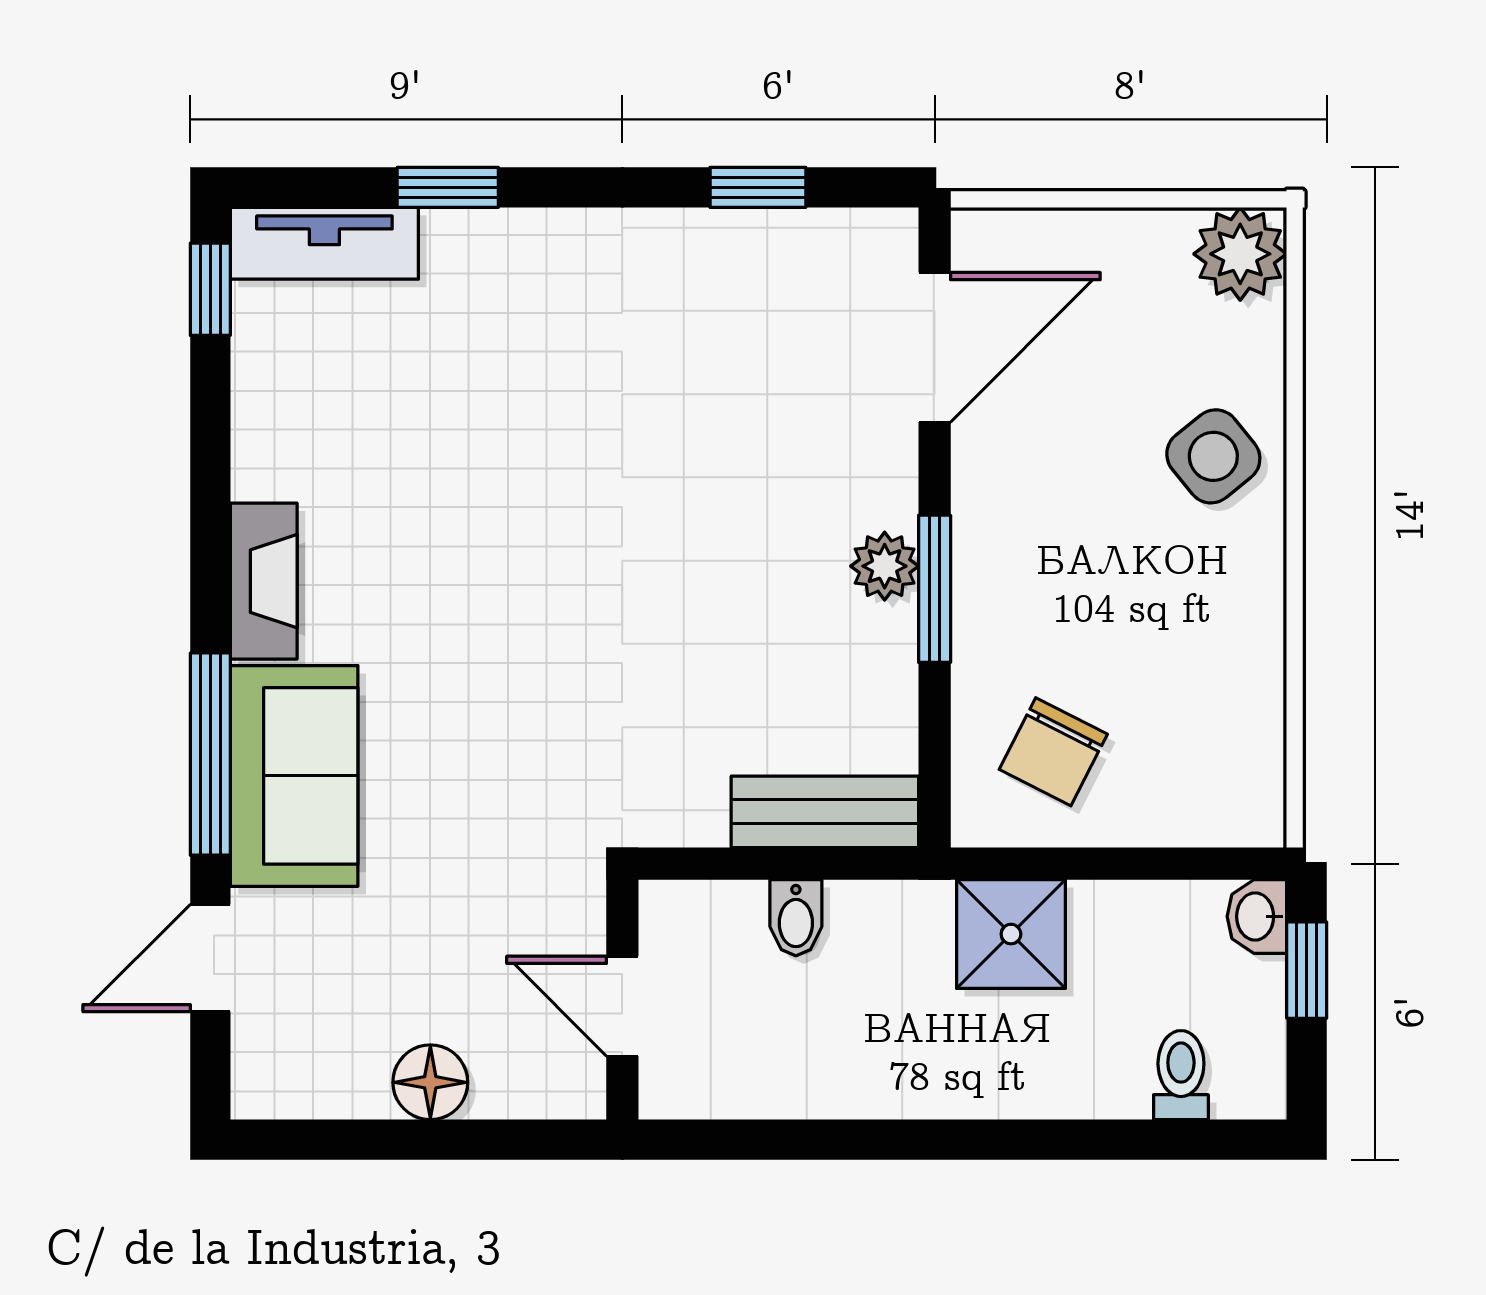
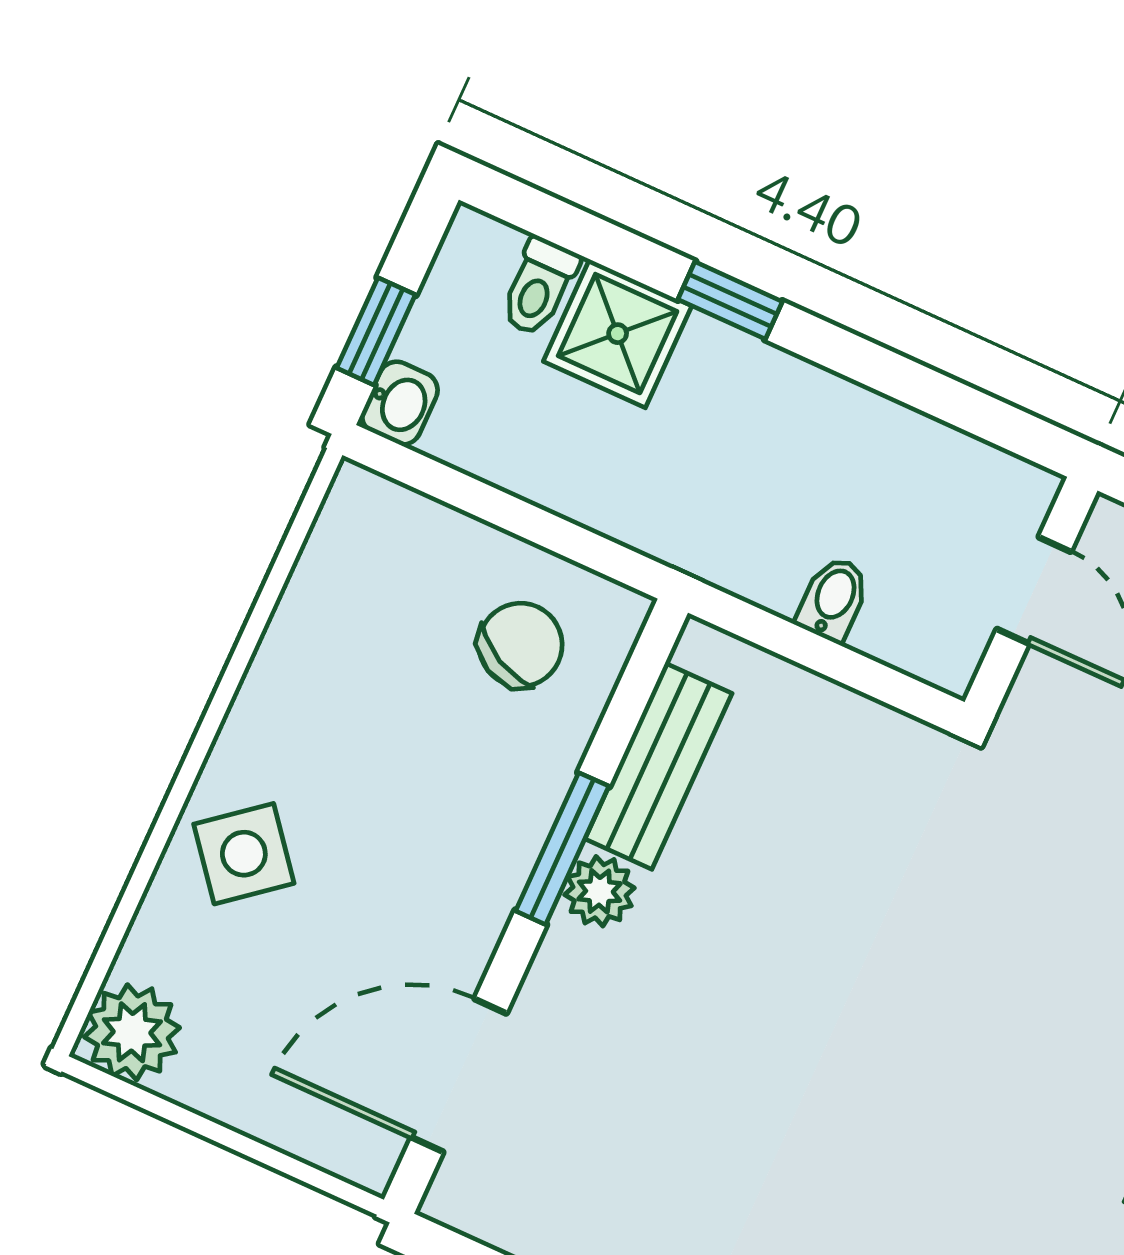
bench: (825, 812) -> (658, 766), moved, turned 90
shower: (1011, 934) -> (618, 334), moved
window: (1007, 1140) -> (730, 300), added

